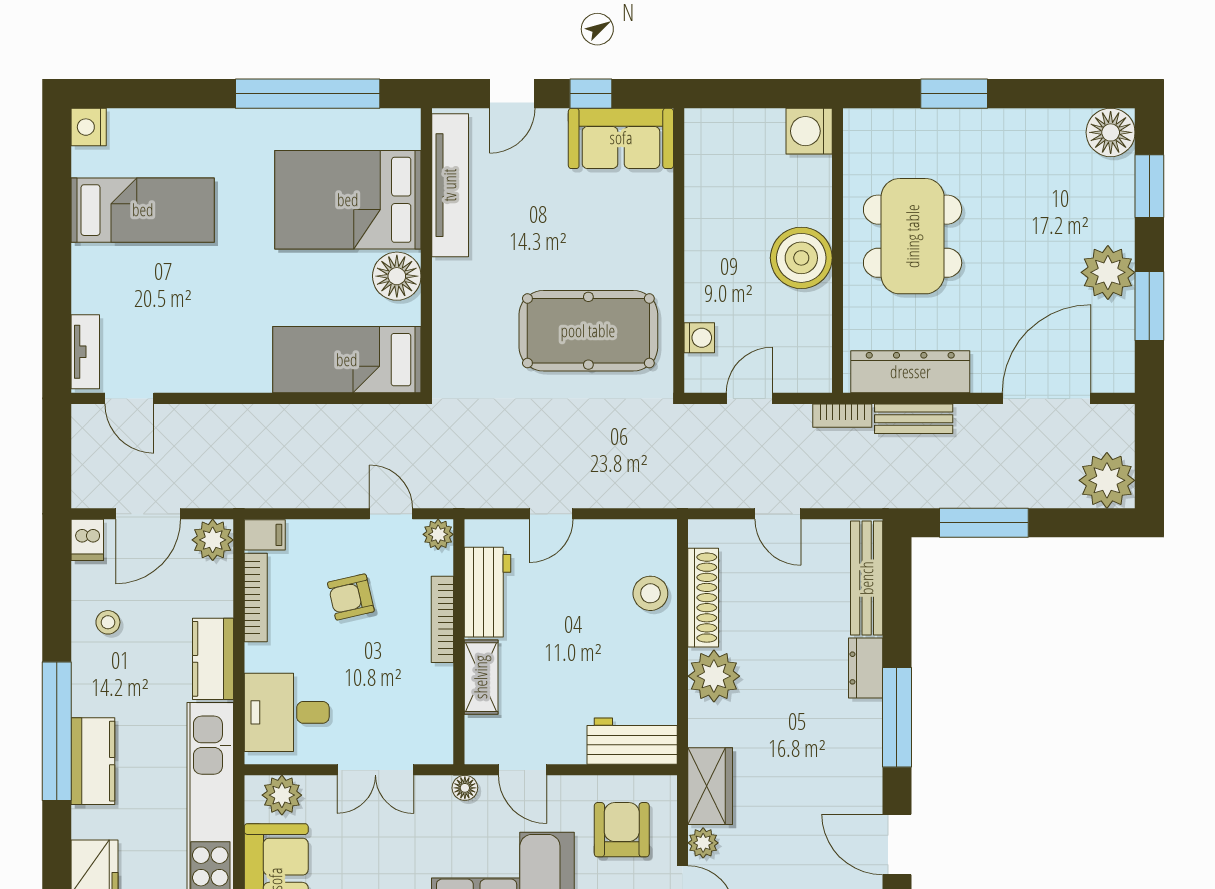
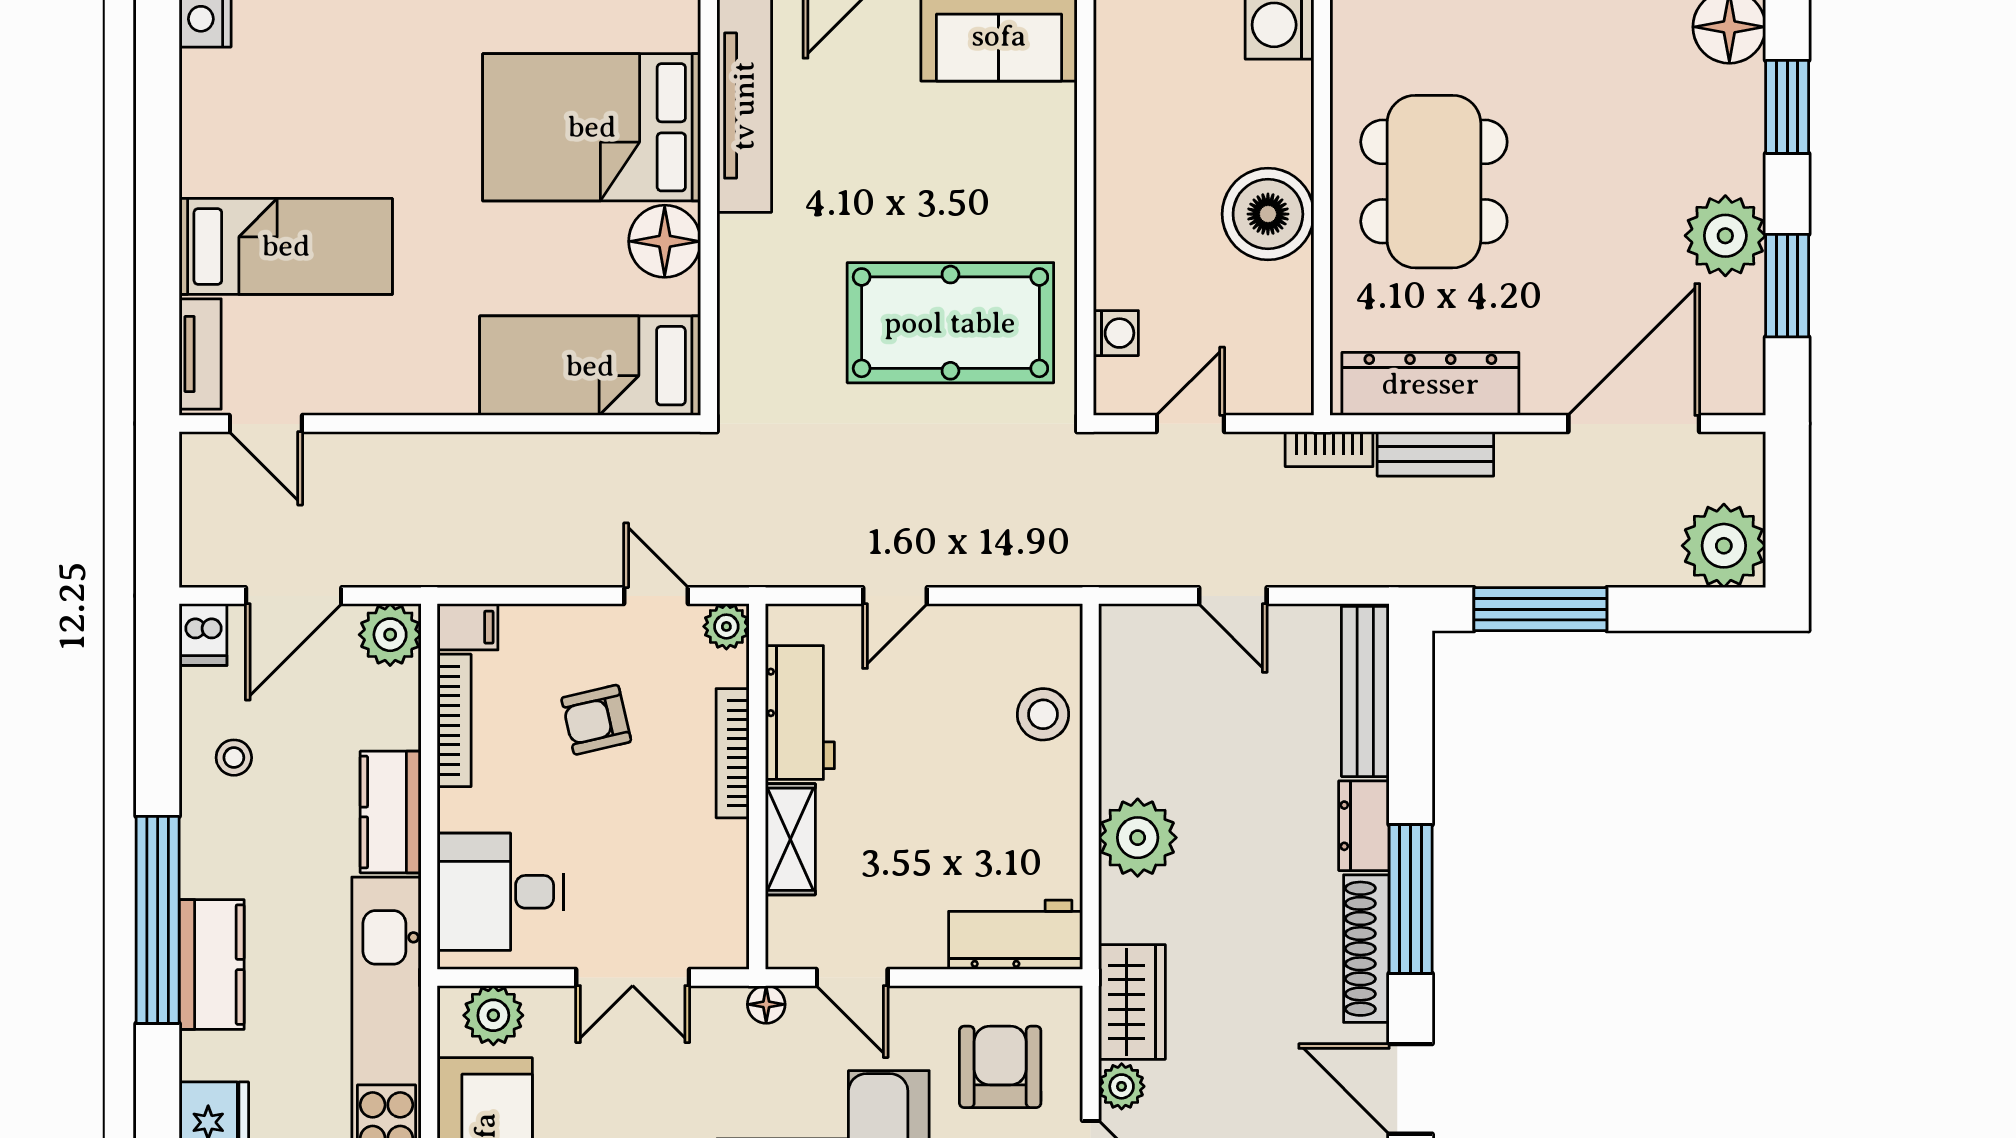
bed: (143, 210) -> (286, 246), moved
shoe rack: (703, 598) -> (1366, 949), moved, turned 180

